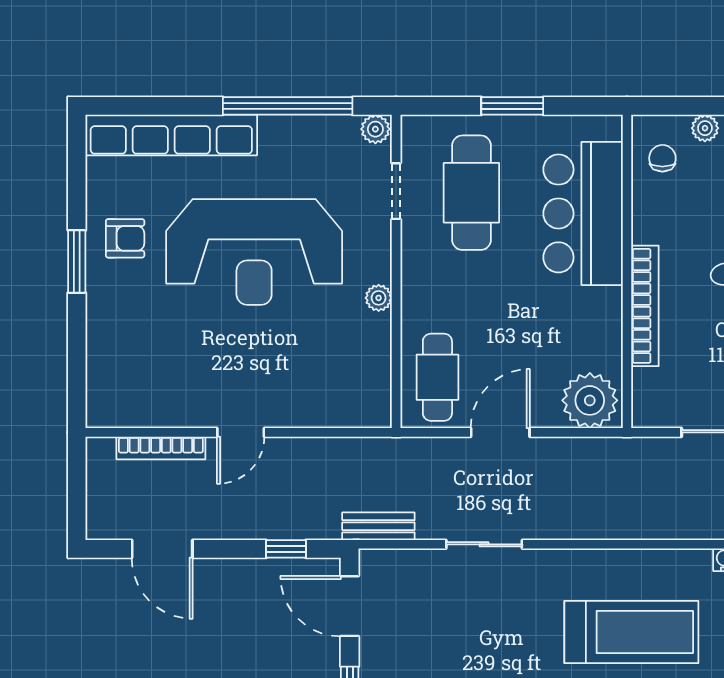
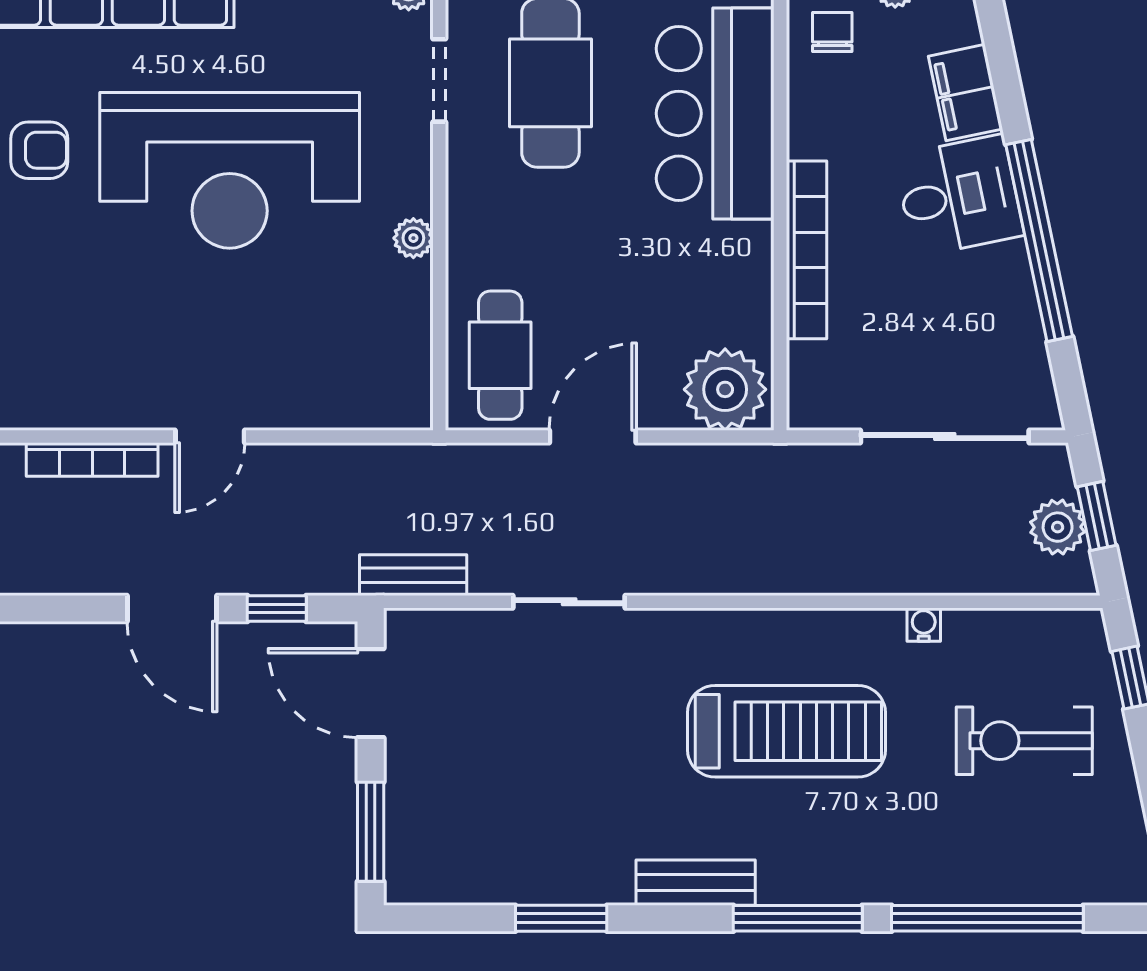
door: (162, 549) -> (172, 608), moved

